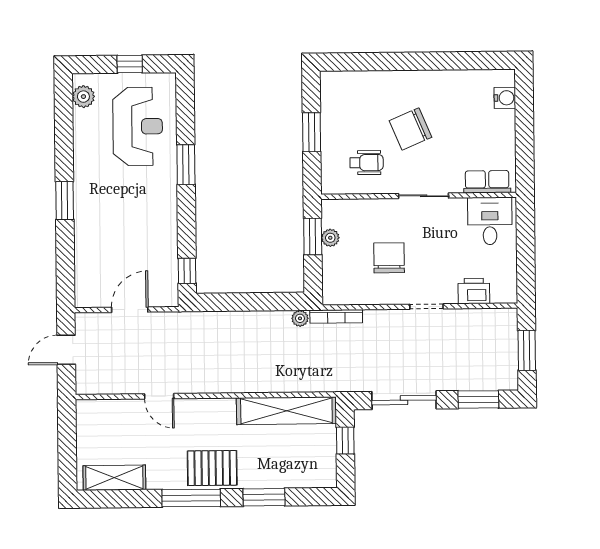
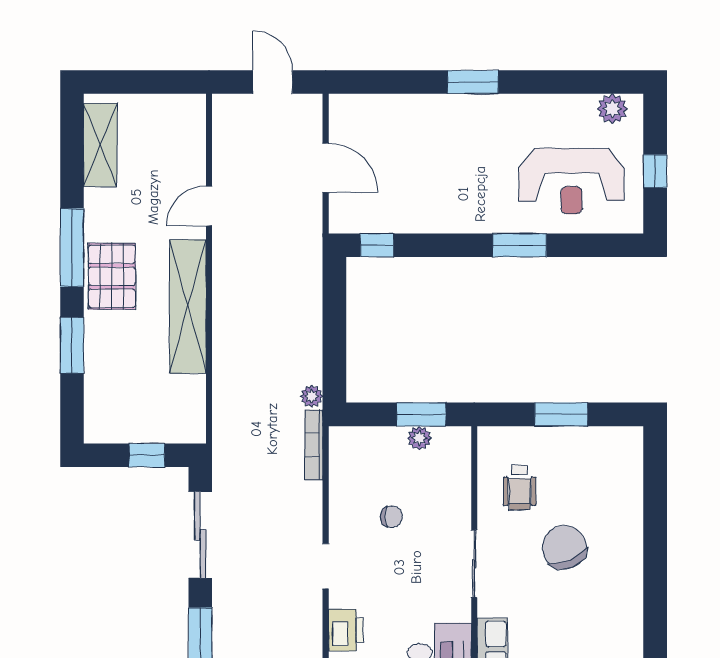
chair: (389, 258) -> (392, 517), width x0.54, depth x0.54
shelving: (286, 411) -> (188, 306), moved

